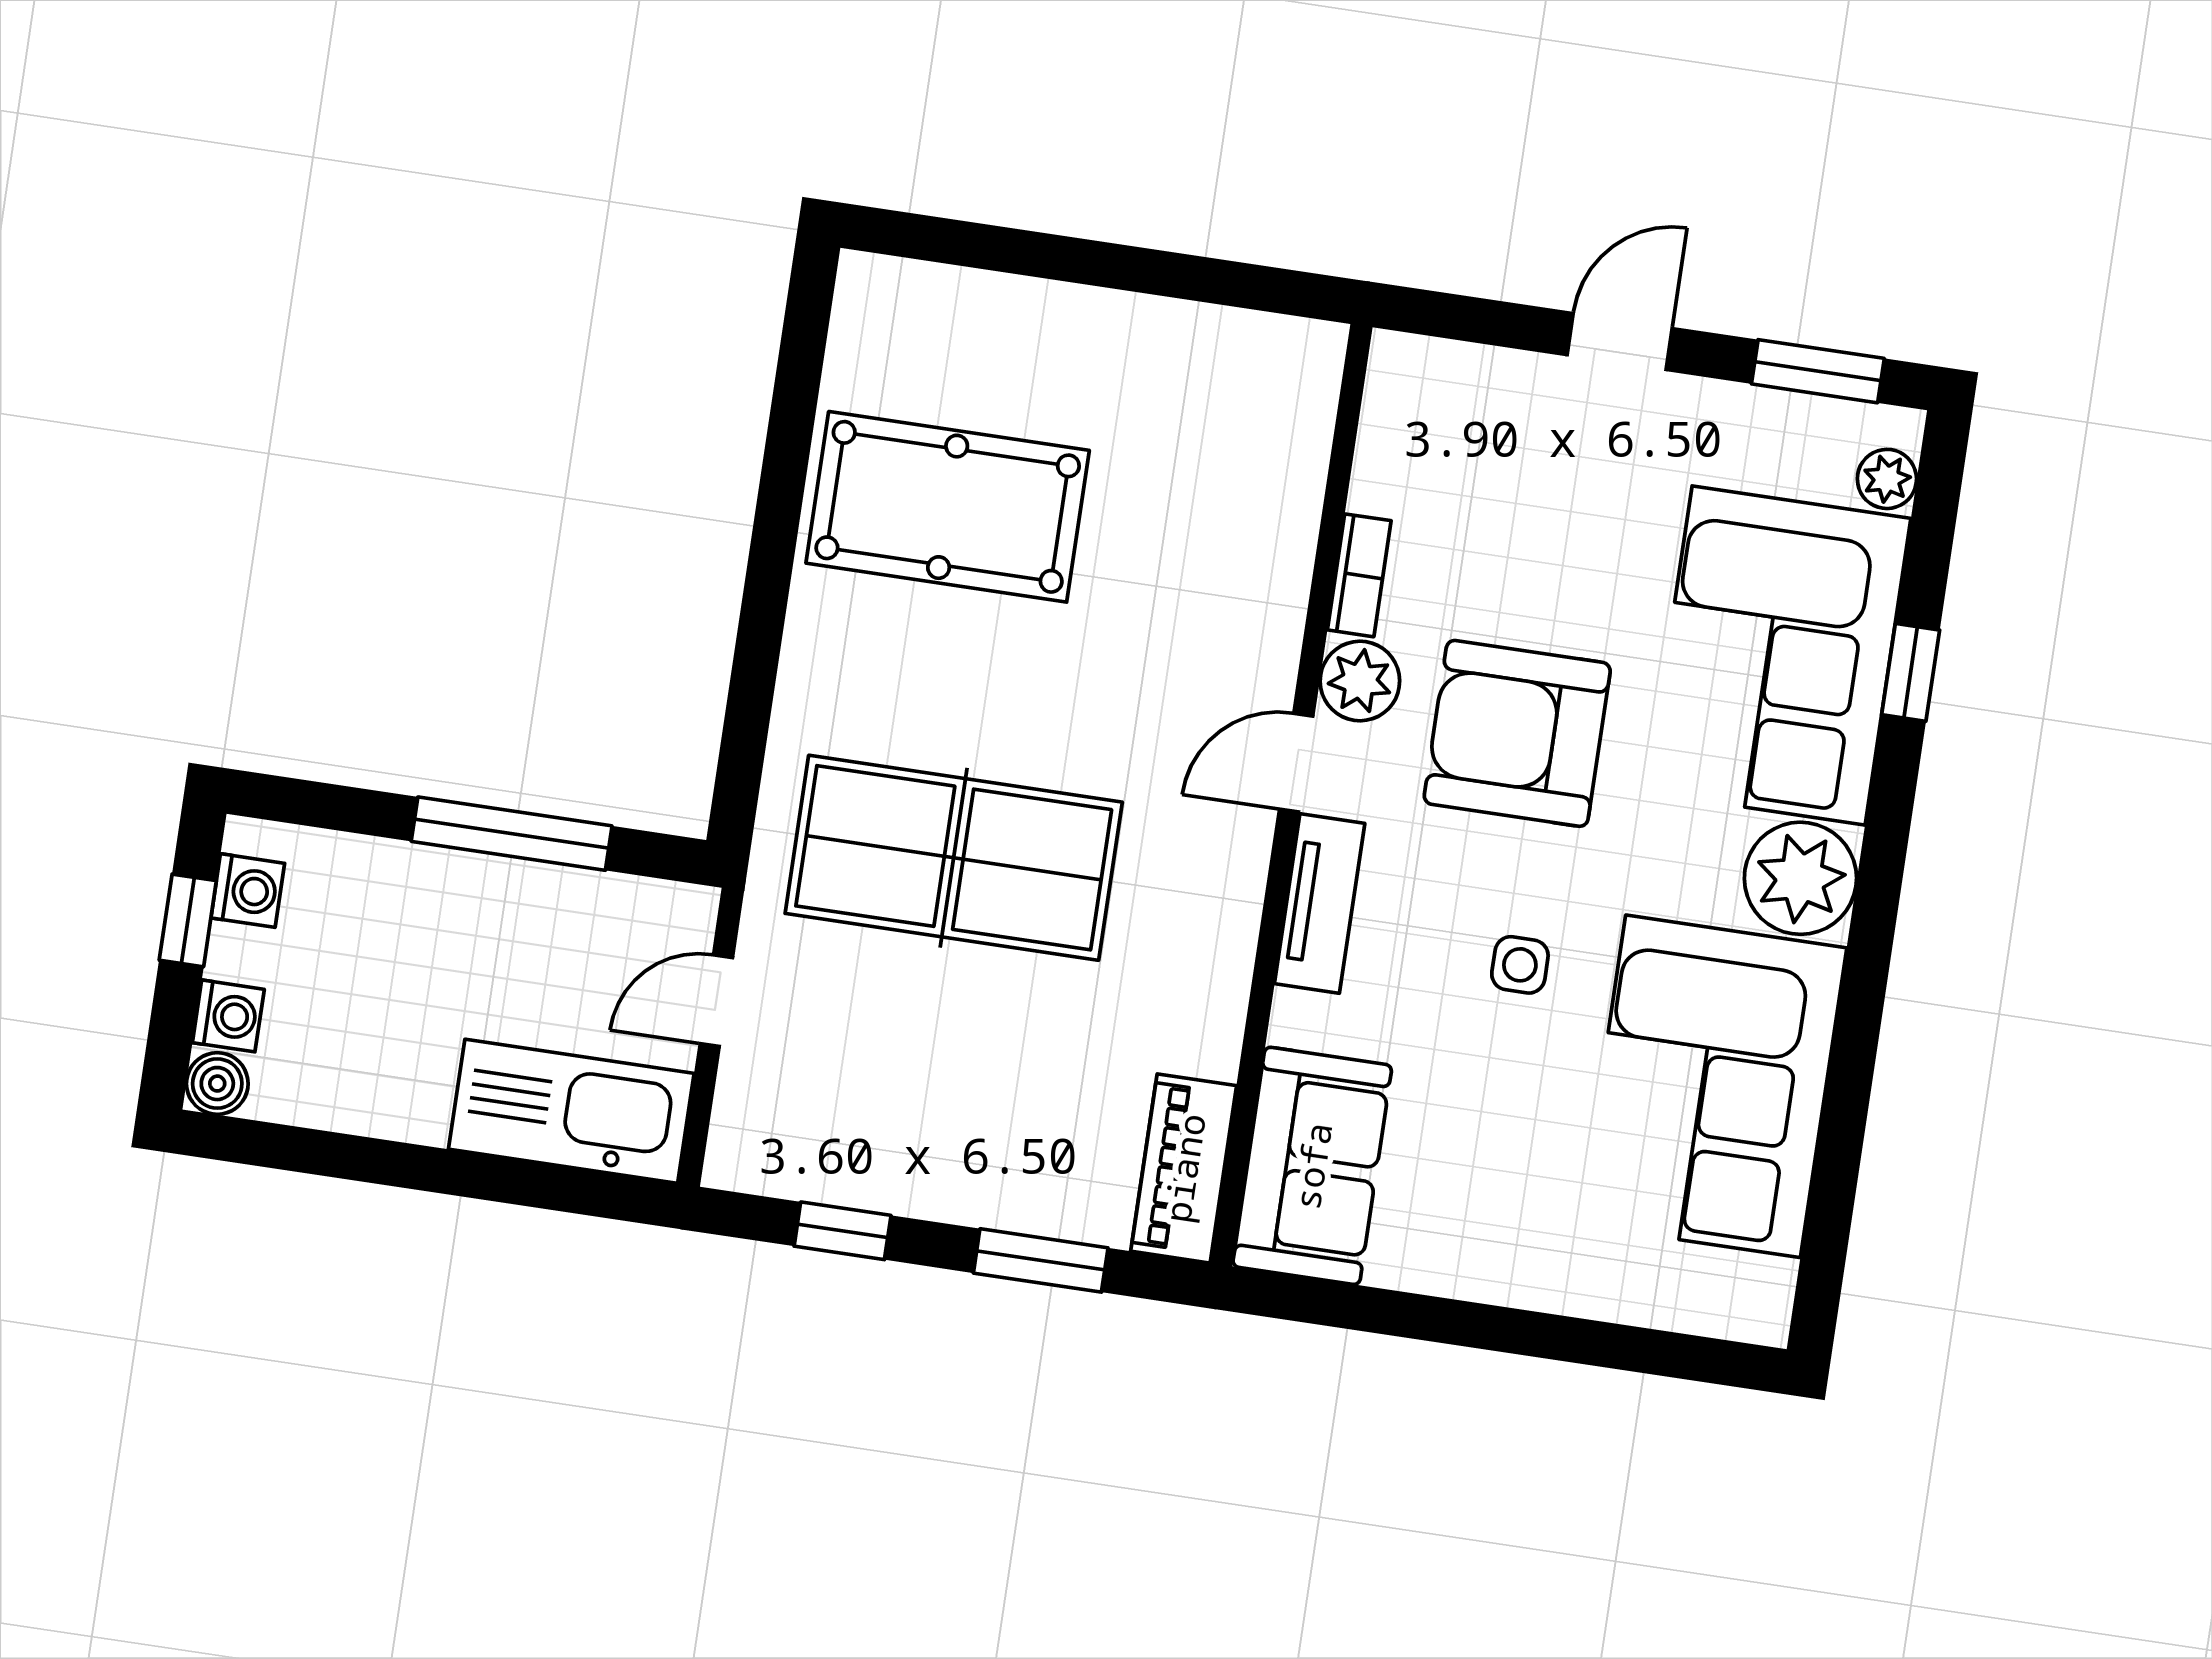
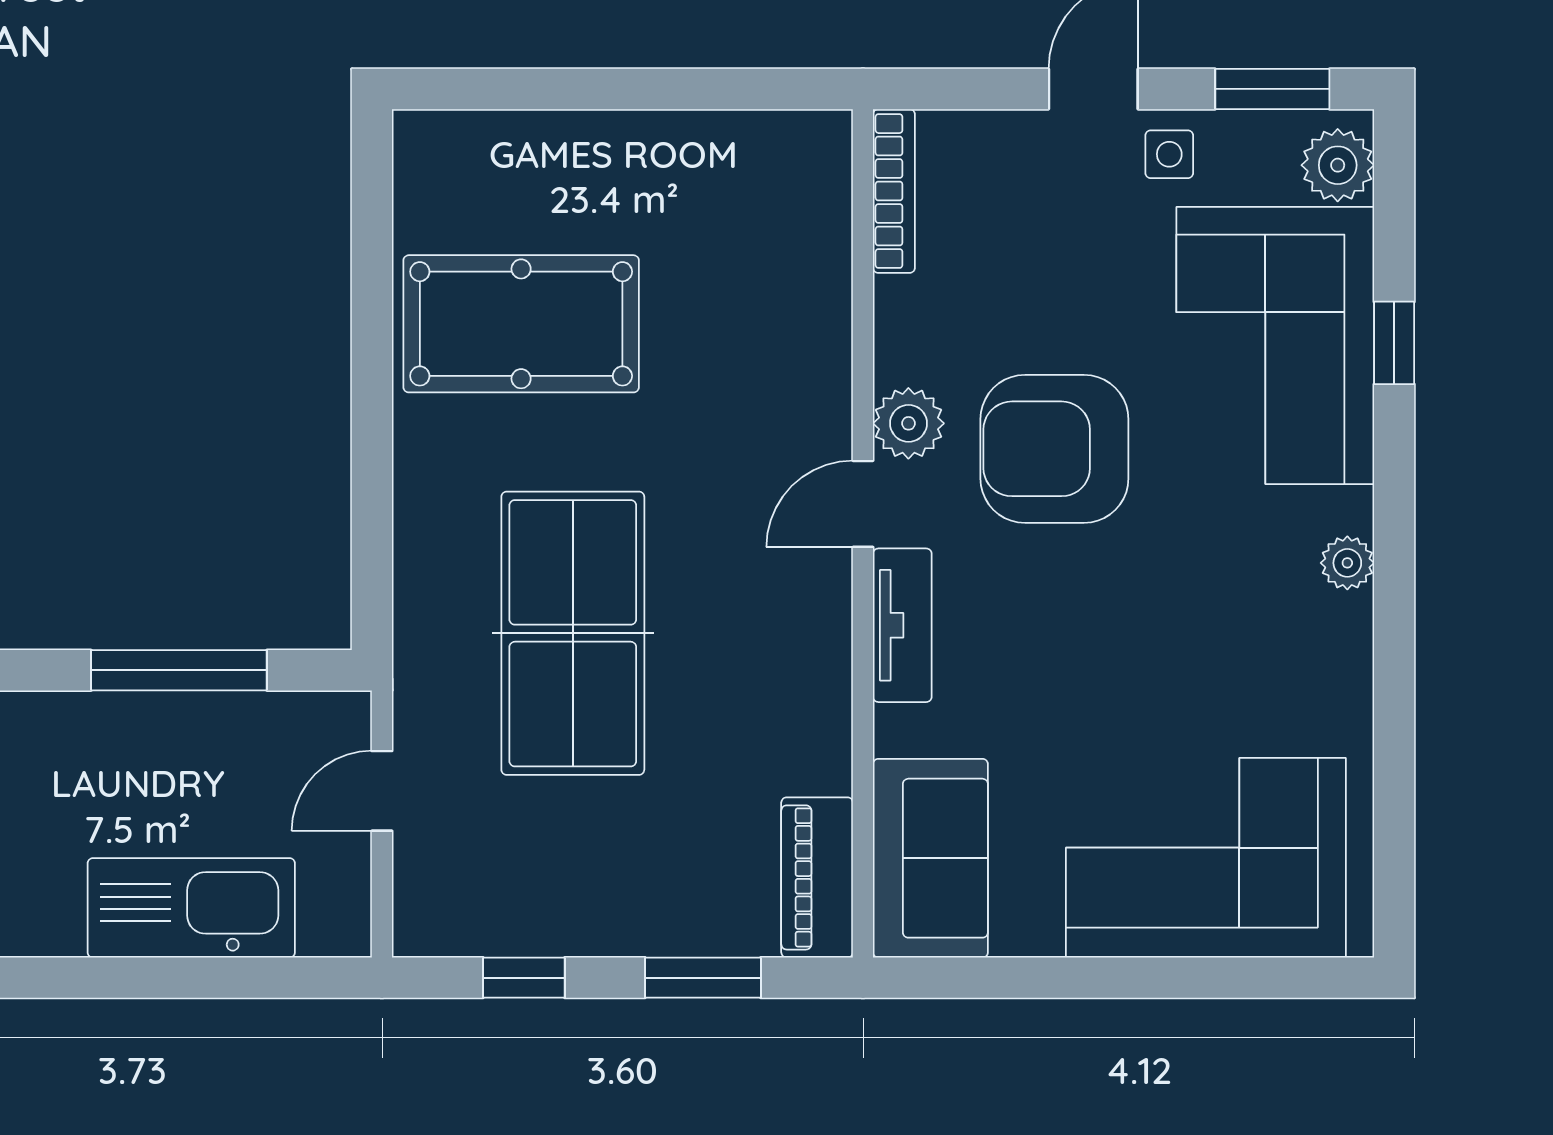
plant: (1887, 479) -> (1338, 165), width x1.38, depth x1.38
bookcase: (1359, 575) -> (894, 191), moved, width x1.56
table tennis table: (954, 858) -> (573, 633), turned 90
plant: (1800, 878) -> (1347, 563), width x0.53, depth x0.53
side table: (1520, 965) -> (1169, 154), moved
corner sofa: (1713, 1086) -> (1206, 858), moved, turned 90
kitchen sink: (571, 1111) -> (191, 908), moved

